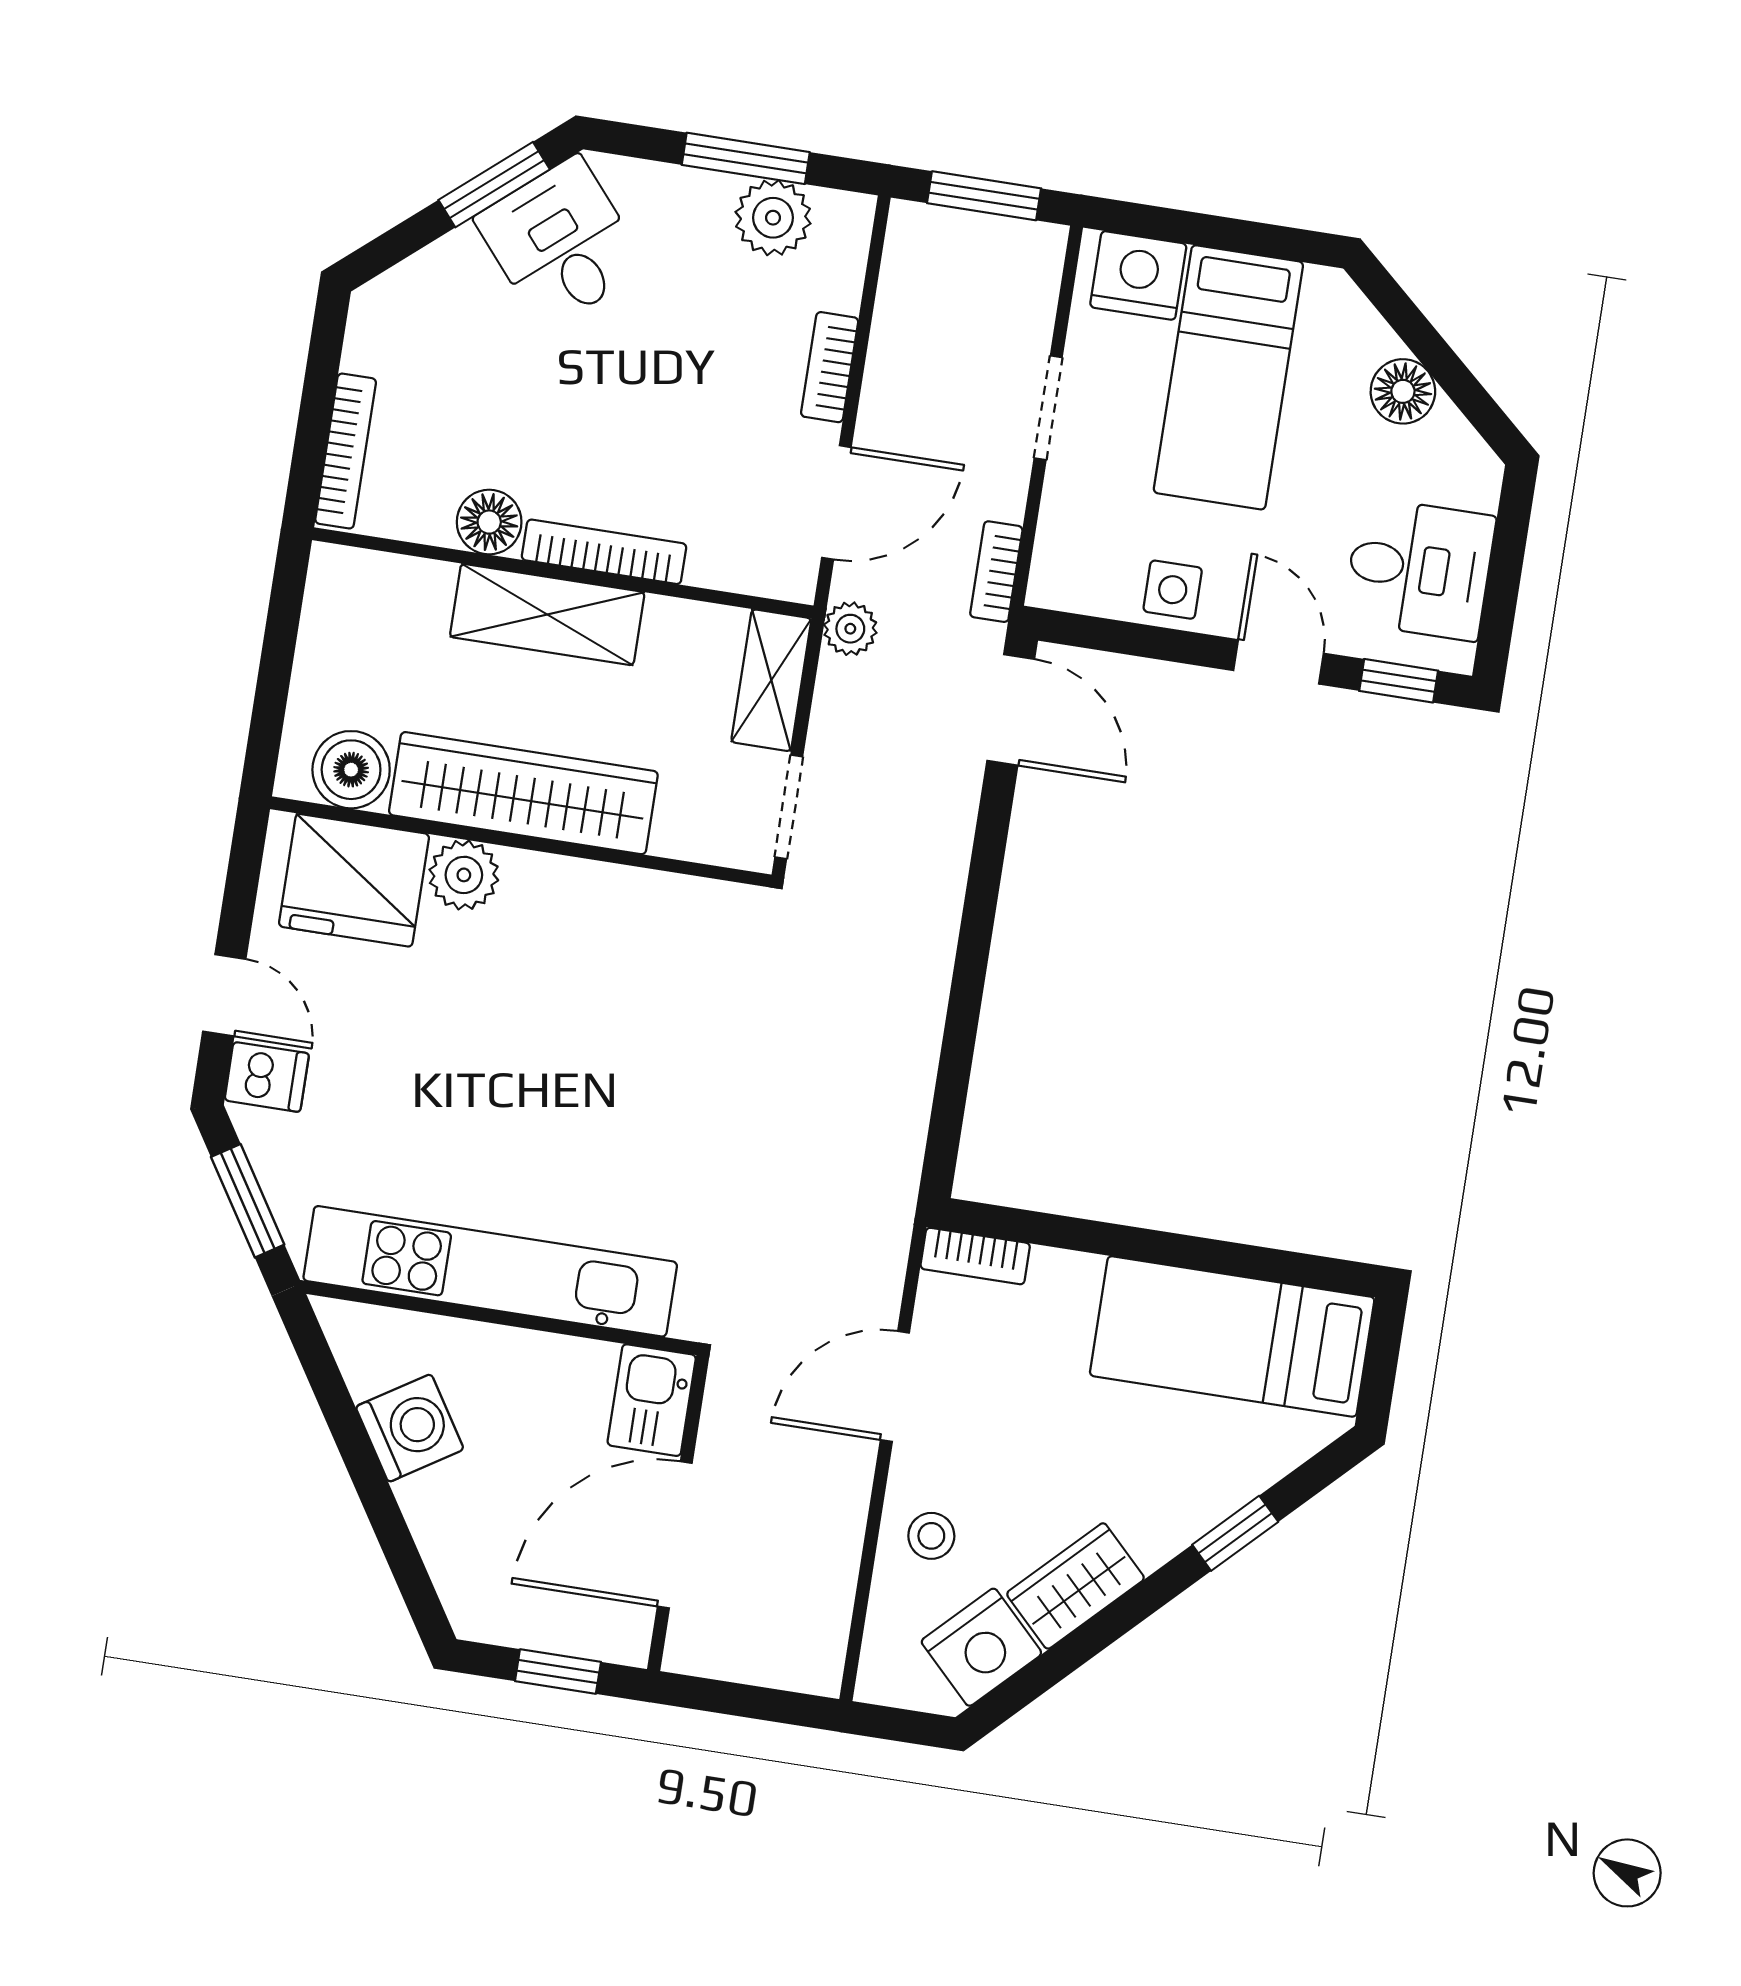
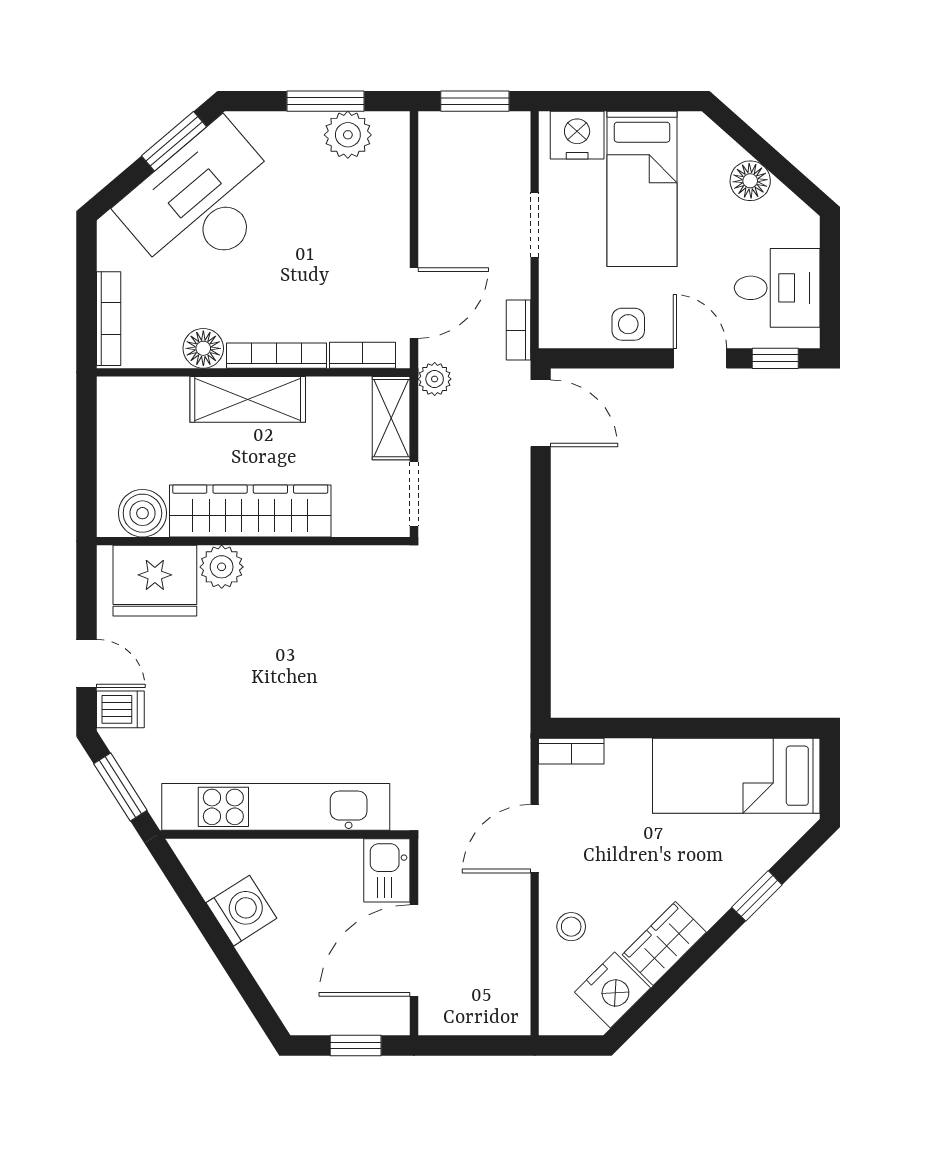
desk: (561, 243) -> (203, 203), width x1.87, depth x1.30
bookcase: (830, 367) -> (362, 355), moved, turned 90

